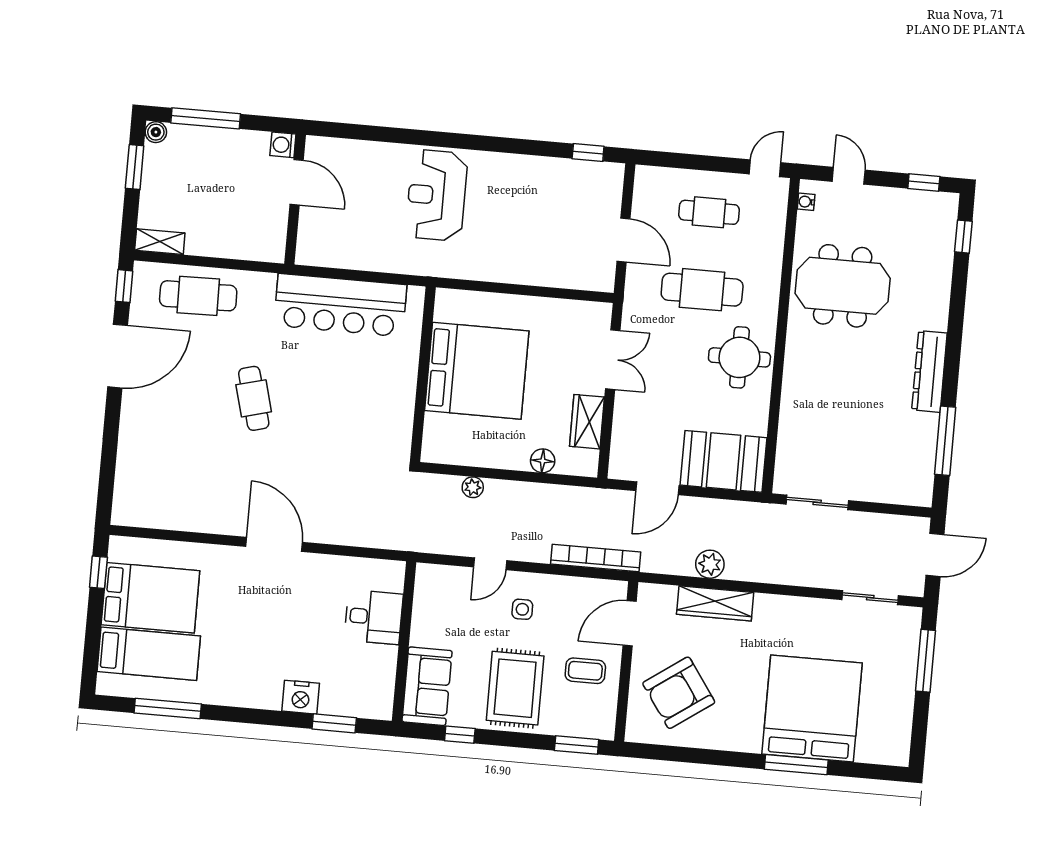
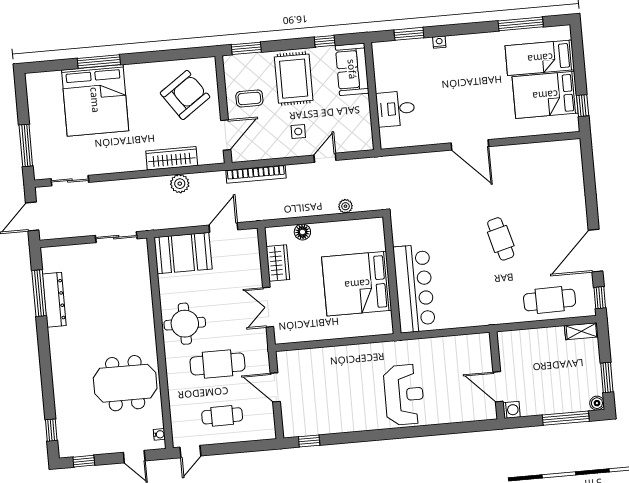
bar counter: (340, 305) -> (414, 289), moved, turned 90
dresser: (929, 371) -> (54, 300), moved
nightstand: (301, 697) -> (439, 42), width x0.53, depth x0.56

